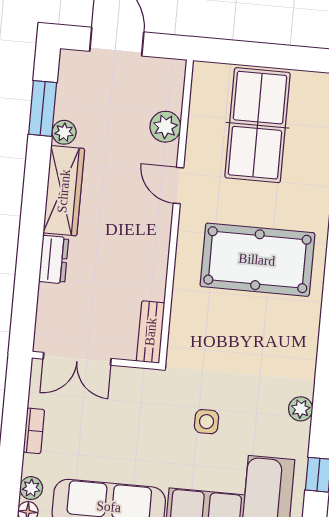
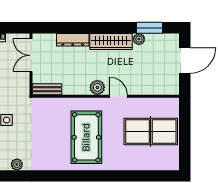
plant: (165, 127) -> (97, 87), moved
door: (178, 185) -> (119, 96), hinge flipped
dresser: (54, 260) -> (73, 40), width x1.44

